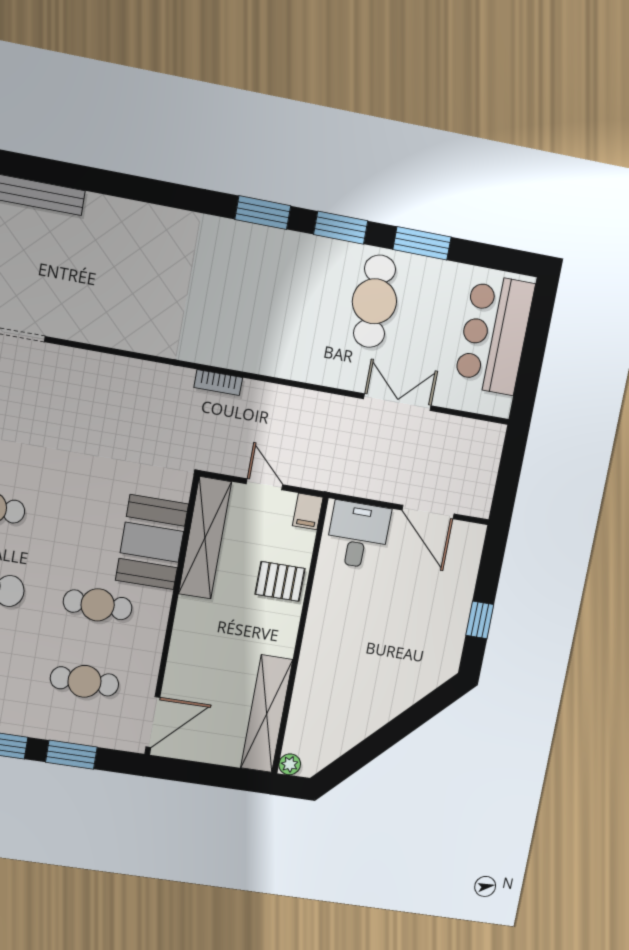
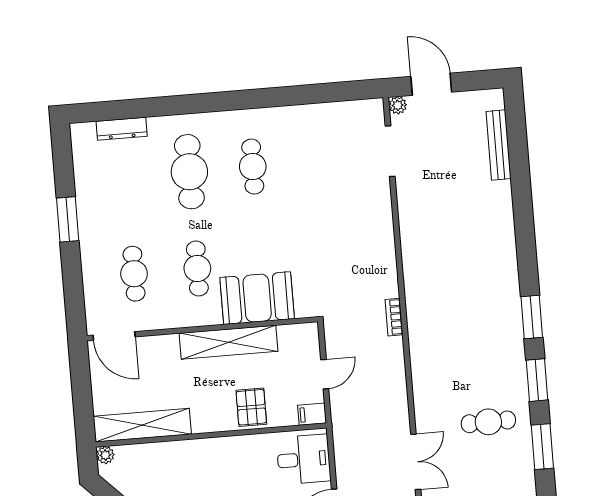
cafe table: (374, 301) -> (488, 422), width x0.73, depth x0.74
shelving: (205, 538) -> (229, 342), moved
window: (71, 755) -> (73, 278), removed

